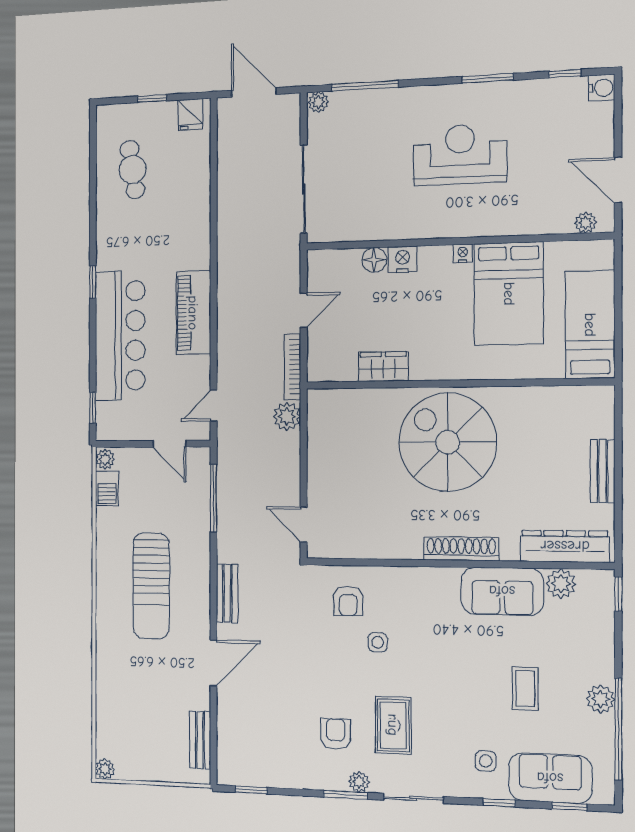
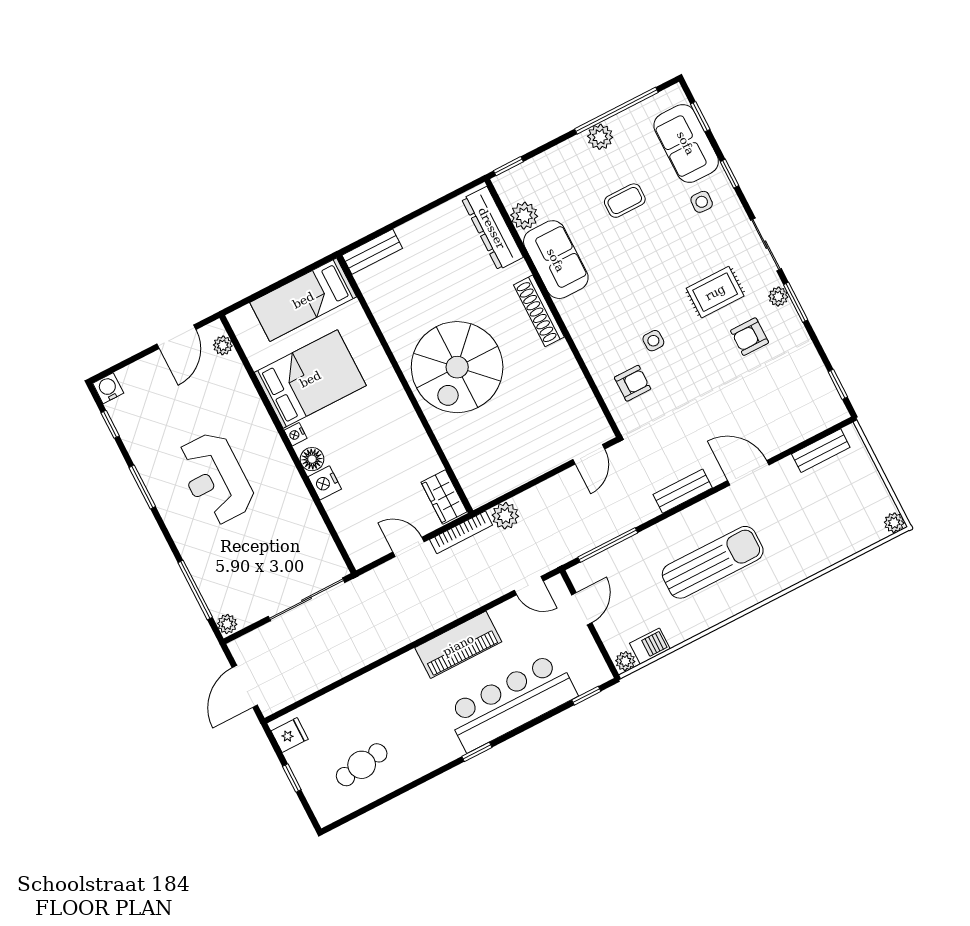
floor lamp: (374, 260) -> (312, 459), moved
wardrobe: (383, 367) -> (444, 497), moved
bench: (603, 471) -> (372, 252), moved

